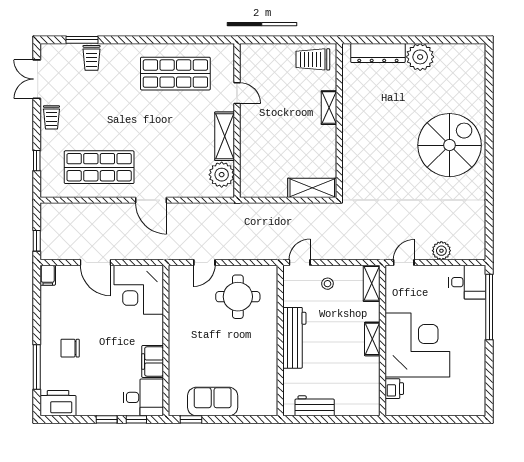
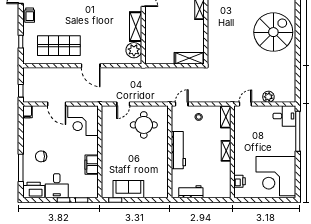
corner desk: (417, 345) -> (276, 176), moved, turned 180
desk: (143, 397) -> (57, 186), moved, turned 90

